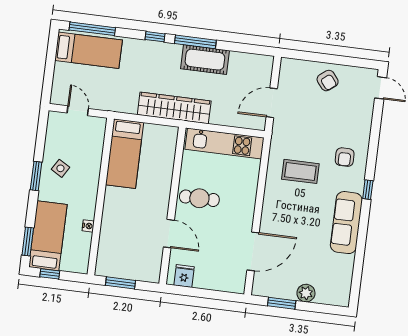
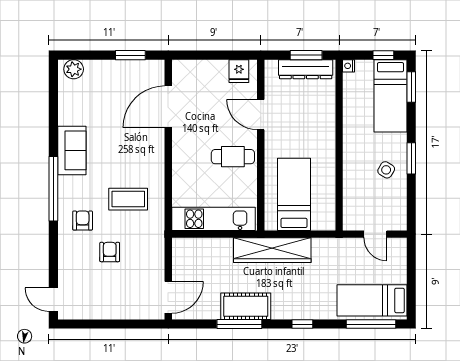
window: (195, 42) -> (239, 324), moved
armchair: (328, 81) -> (110, 252), moved, turned 39
door: (272, 103) -> (168, 297), moved
bed: (125, 154) -> (294, 194), moved
window: (368, 190) -> (53, 189), width x3.17
sofa: (346, 223) -> (72, 150), width x0.73
nightstand: (88, 226) -> (349, 66), moved
dresser: (123, 270) -> (306, 69), added
plant: (306, 293) -> (74, 69), moved

